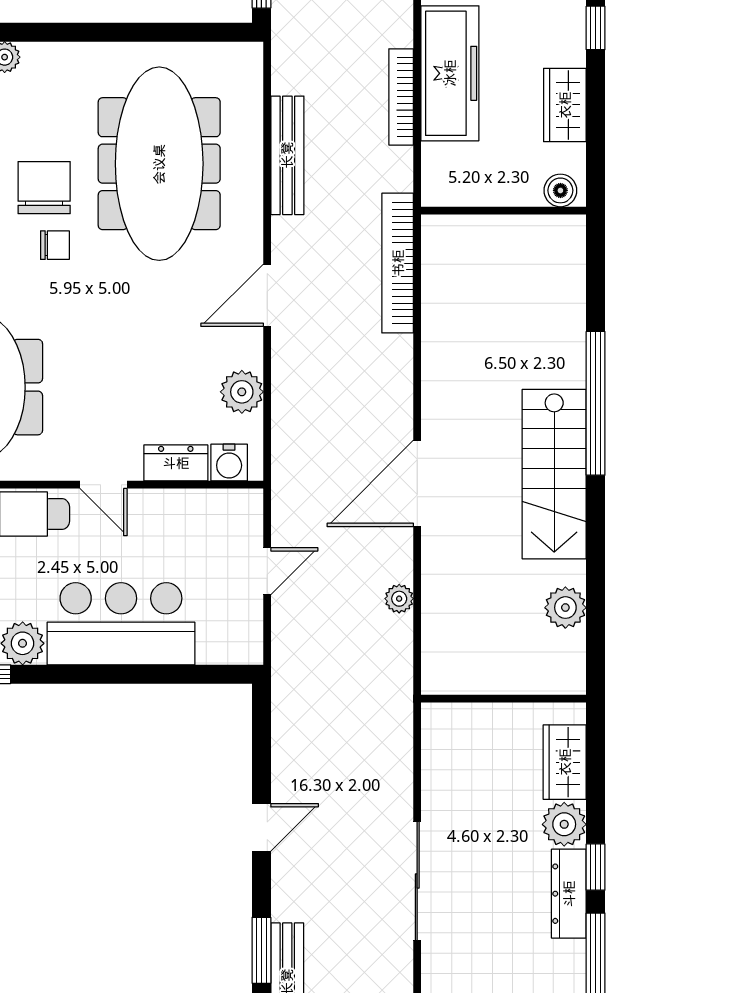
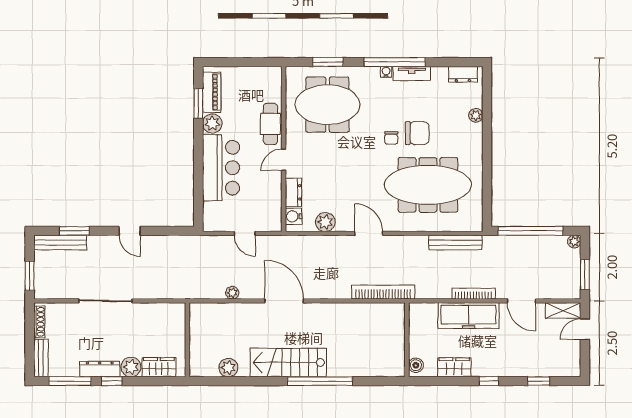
bookcase: (401, 97) -> (474, 294), moved
bench: (287, 155) -> (456, 243), moved

